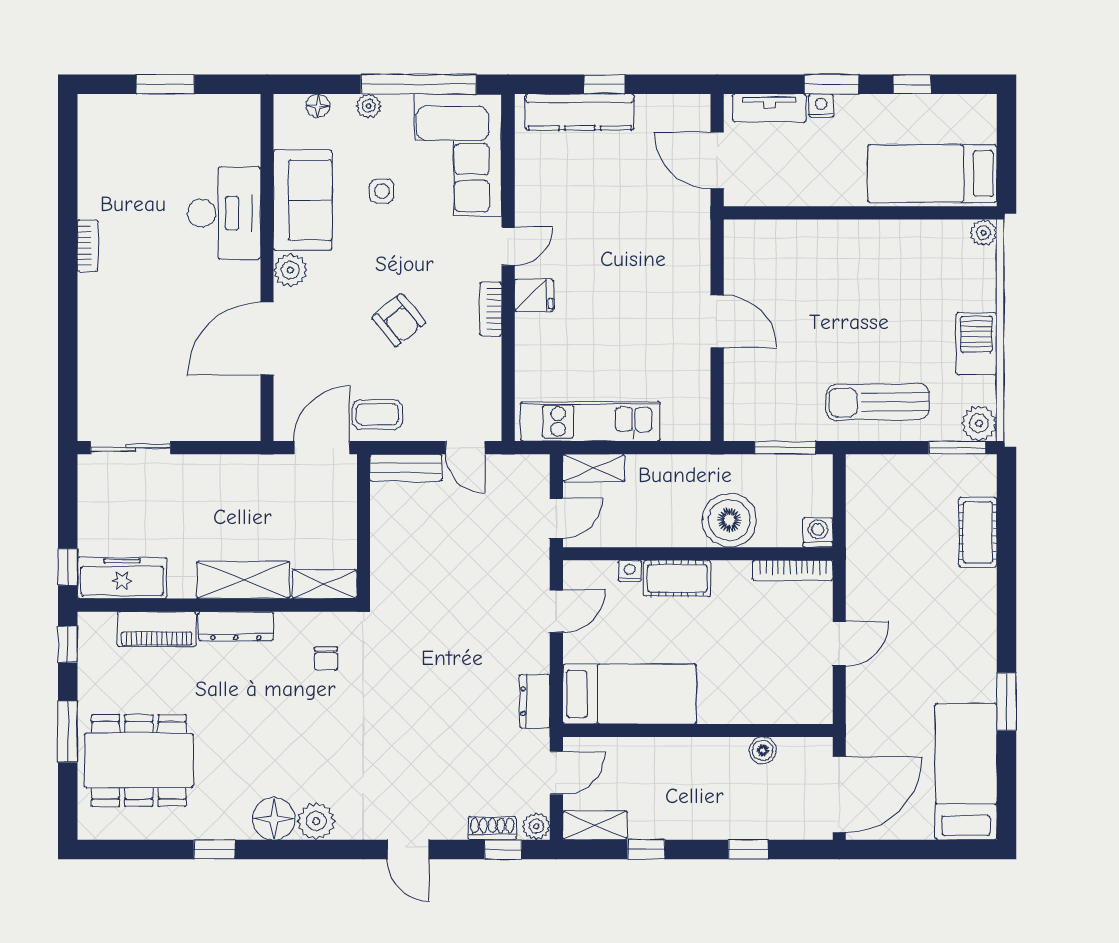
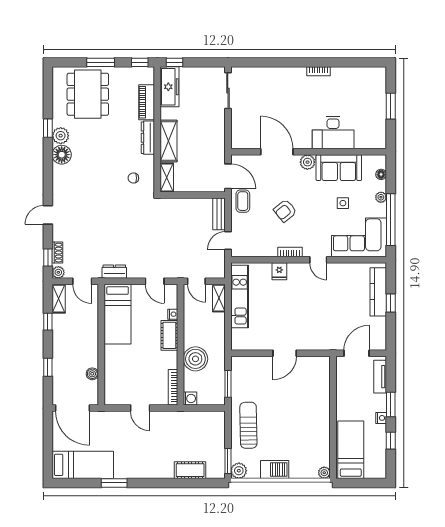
nightstand: (821, 106) -> (381, 418), moved
fridge: (534, 295) -> (279, 271), moved
plant: (316, 821) -> (61, 136), moved

